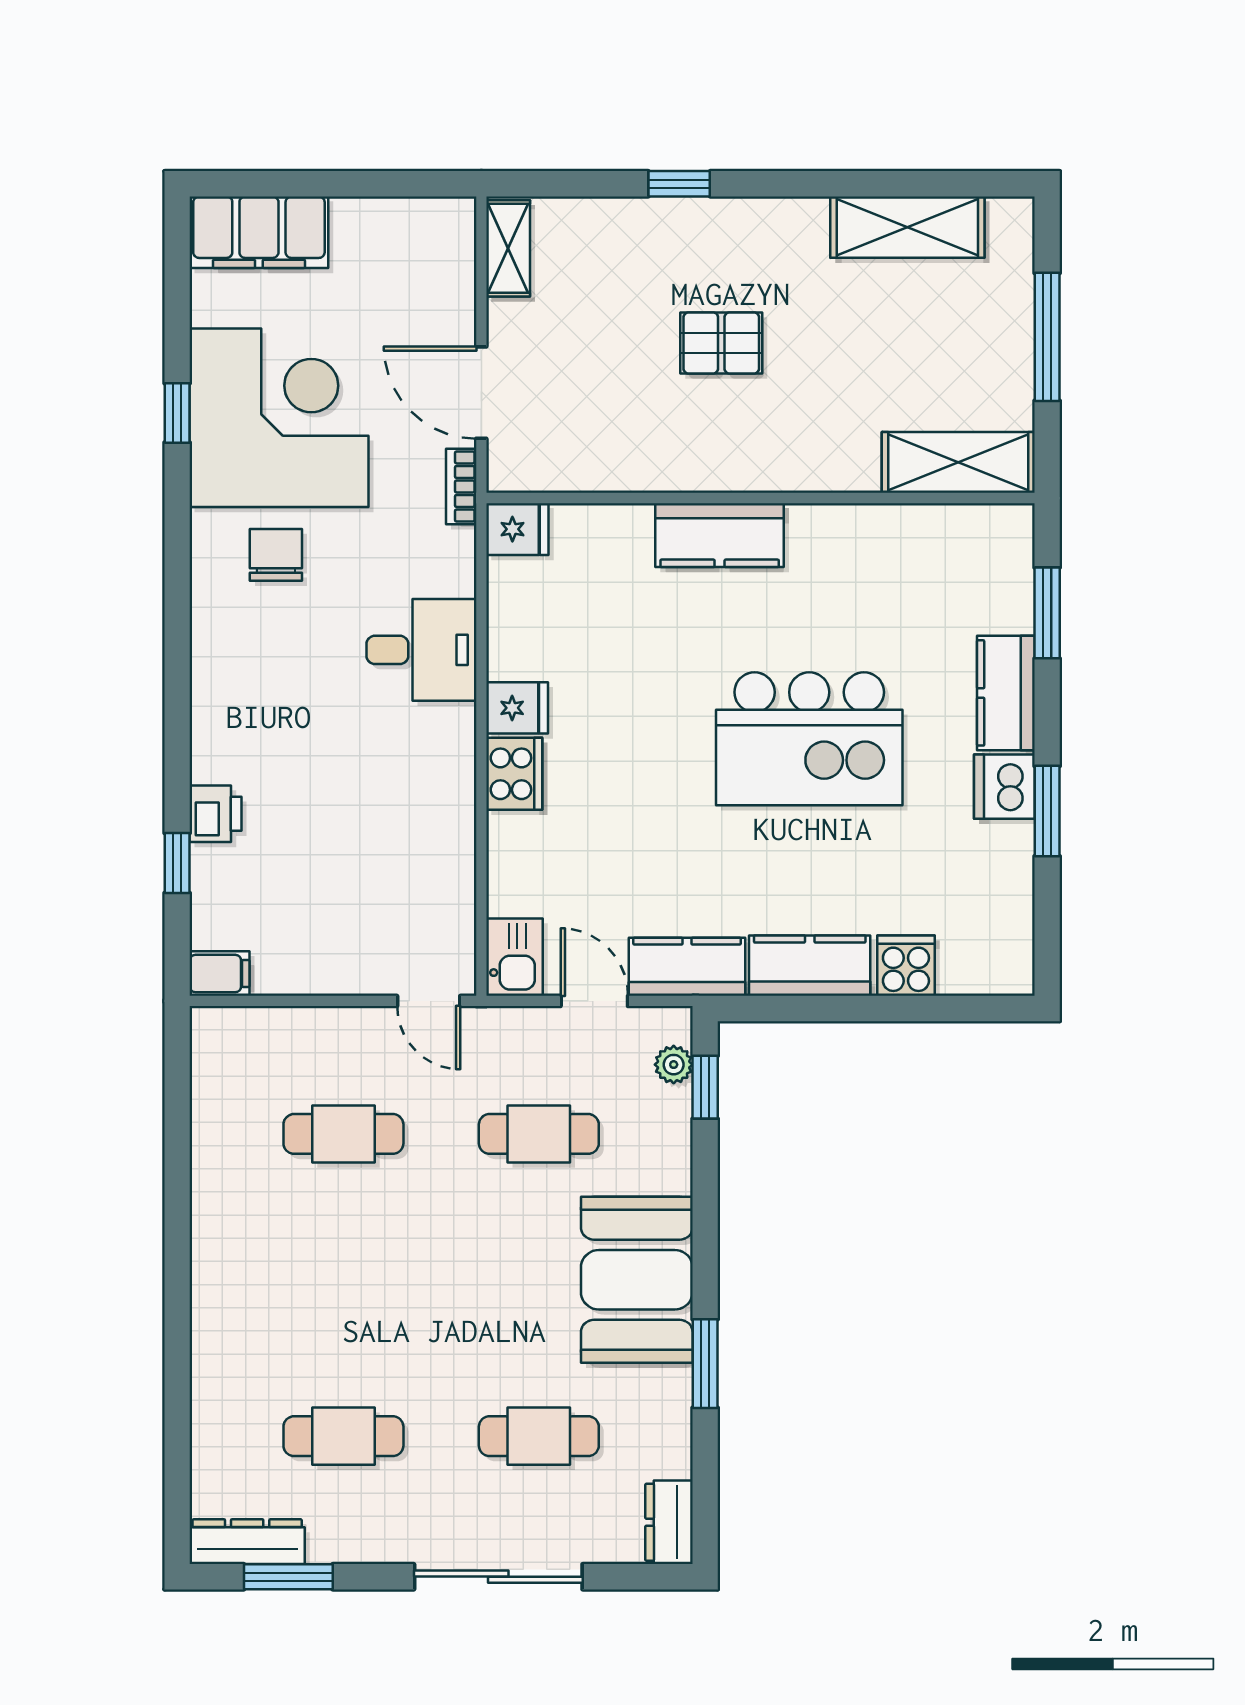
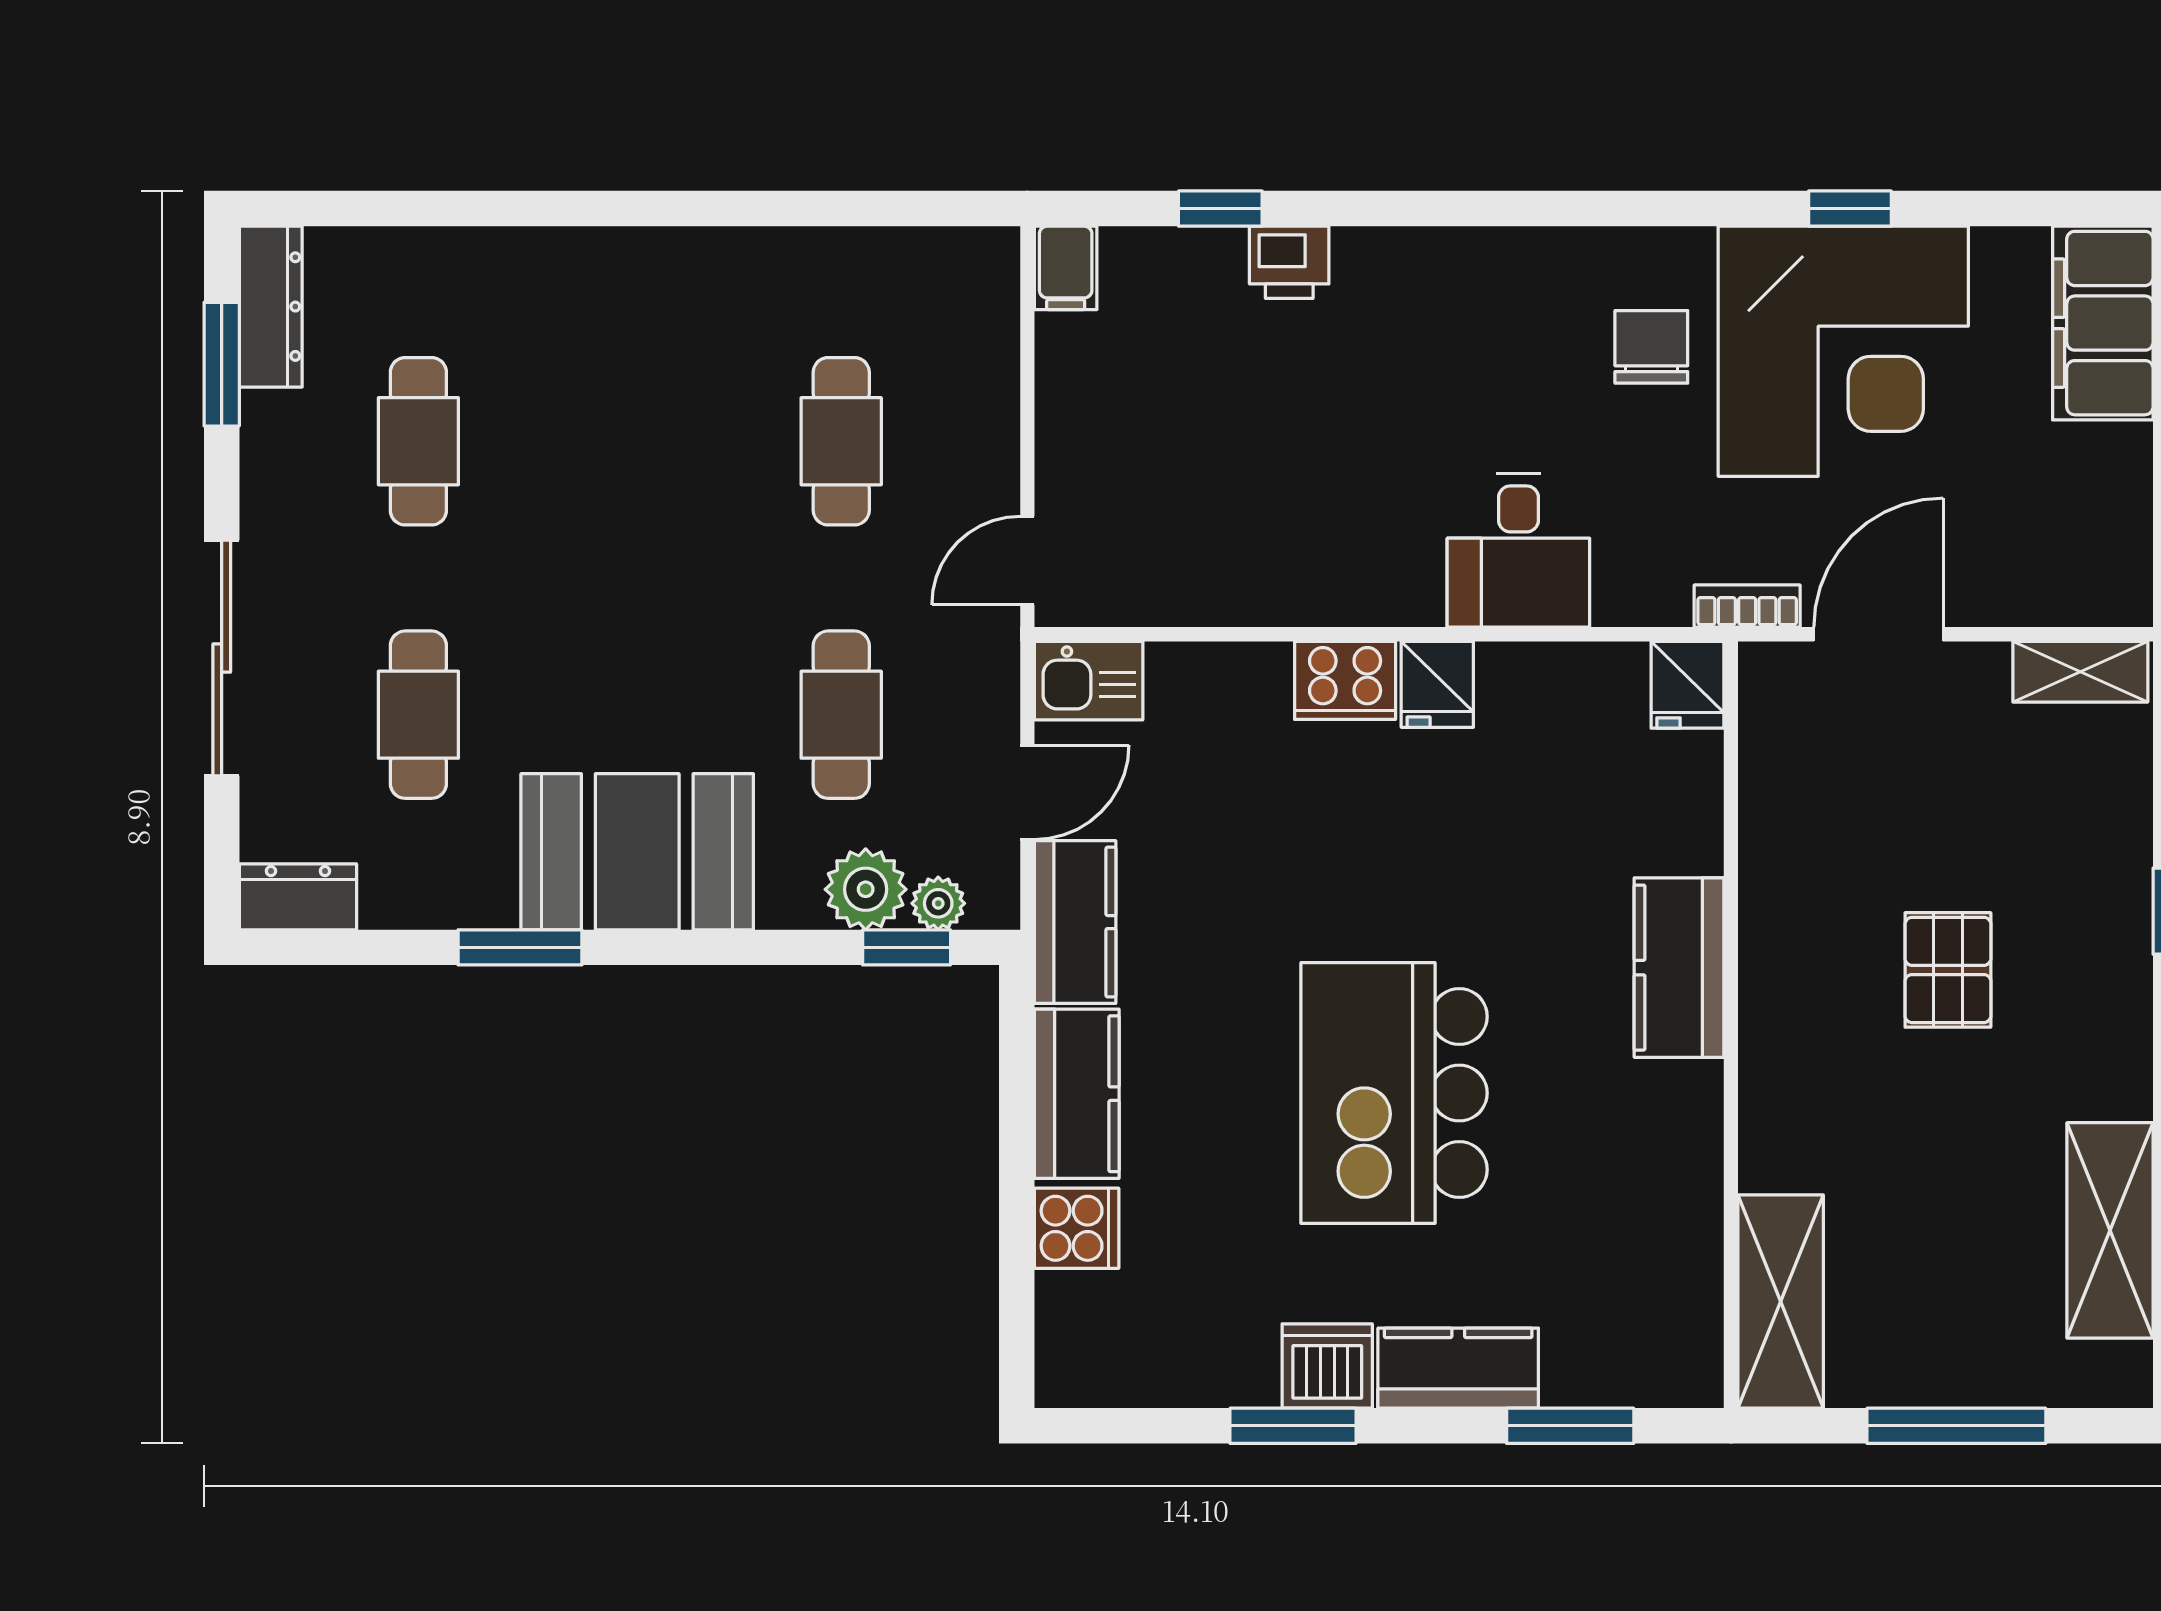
chair: (276, 555) -> (1651, 347), turned -90
plant: (664, 1116) -> (866, 889), added

